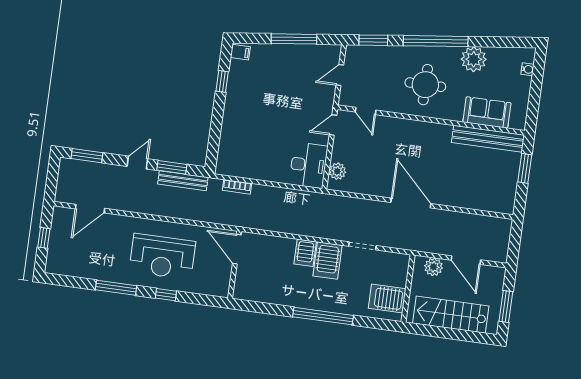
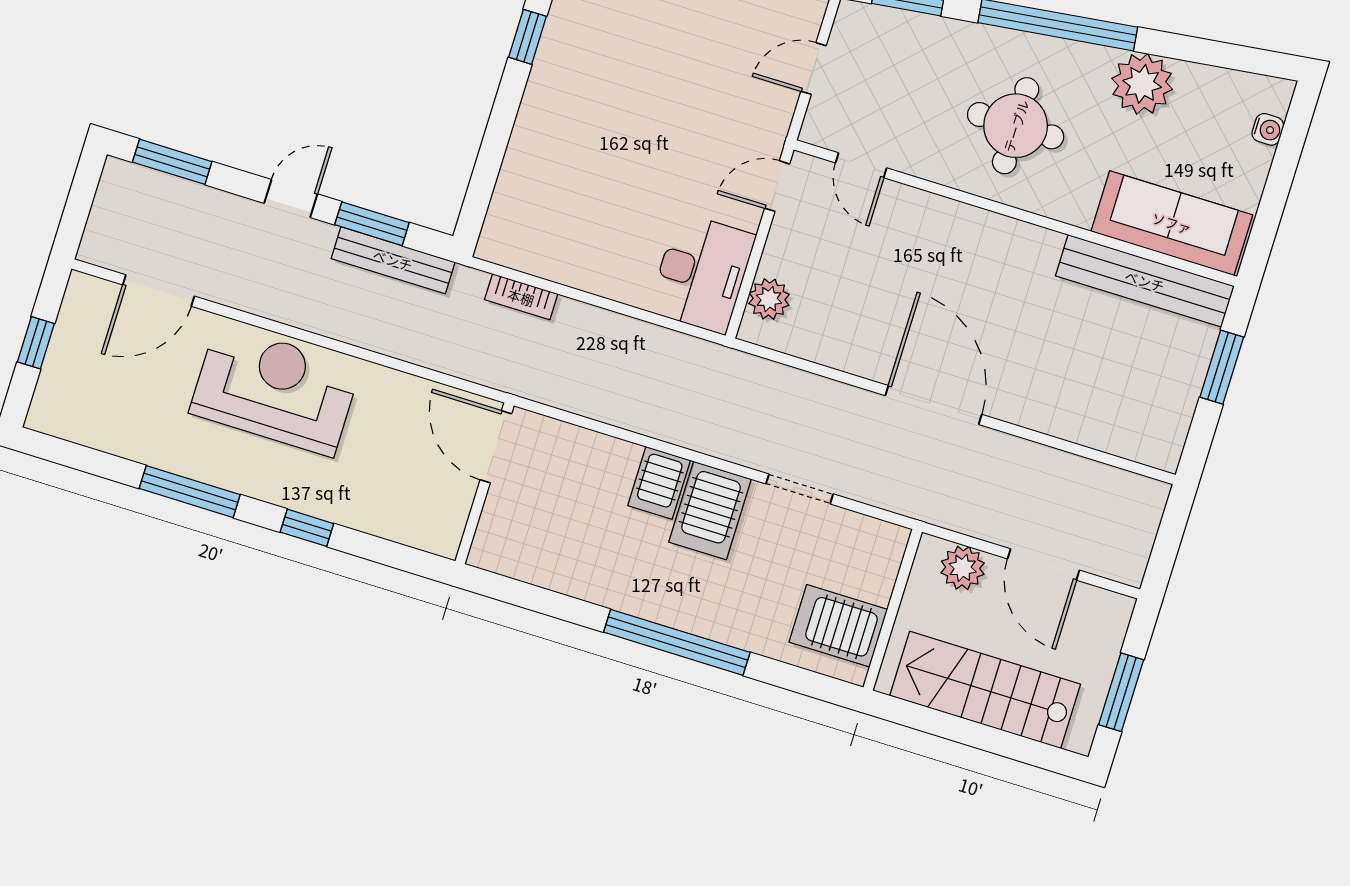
sofa: (487, 112) -> (1172, 223), width x1.36
reception desk: (162, 257) -> (275, 390), moved, turned 180

